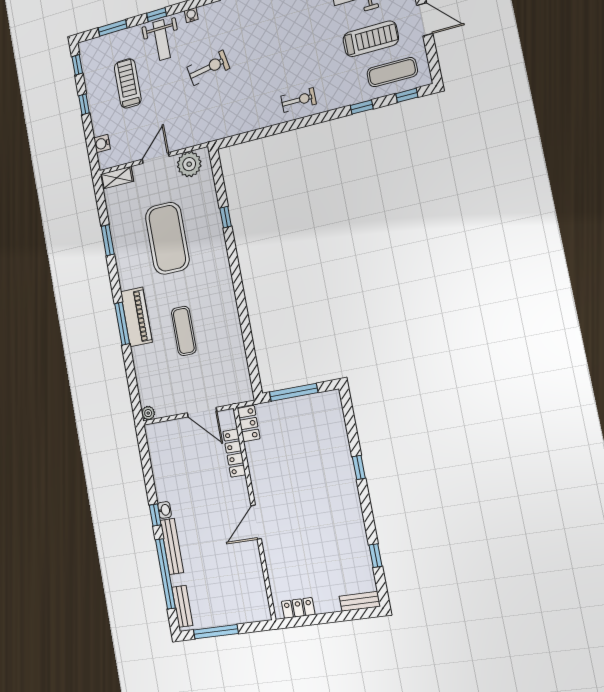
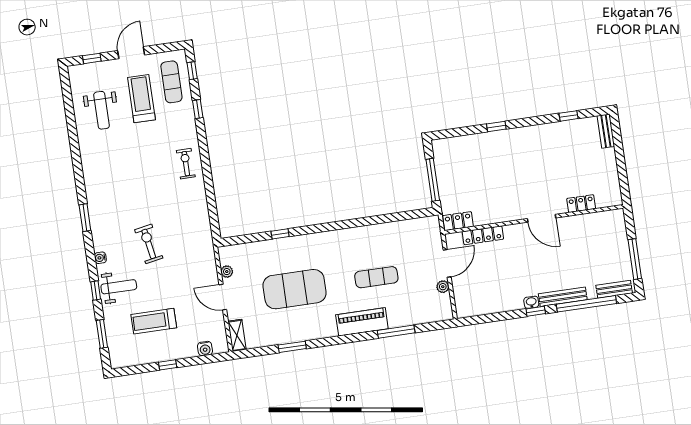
window: (77, 65) -> (131, 370), removed
plant: (189, 164) -> (227, 272), width x0.53, depth x0.53
window: (122, 324) -> (396, 332), moved
plant: (148, 413) -> (443, 287), moved
locker: (298, 608) -> (581, 204), moved, turned 90

